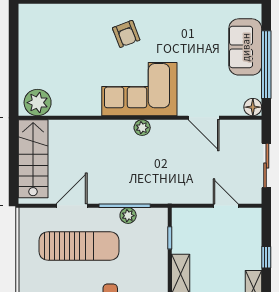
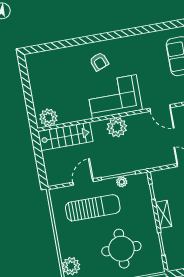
plant: (142, 128) -> (117, 127), width x1.88, depth x1.88
stairs: (33, 159) -> (65, 136), moved, turned 90

